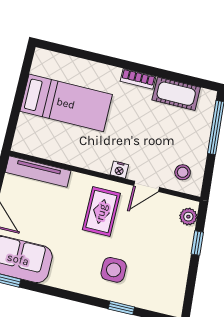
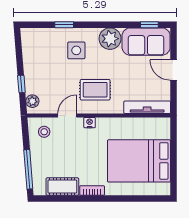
bed: (66, 103) -> (139, 161), width x1.50
rug: (101, 212) -> (95, 90), turned 90
plant: (65, 275) -> (110, 39), added

